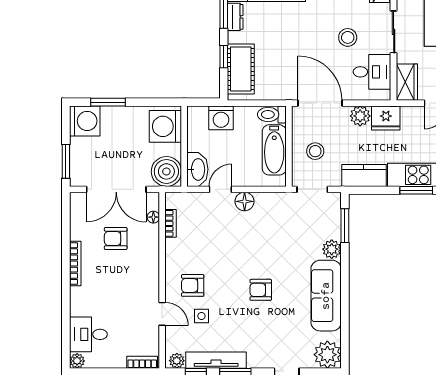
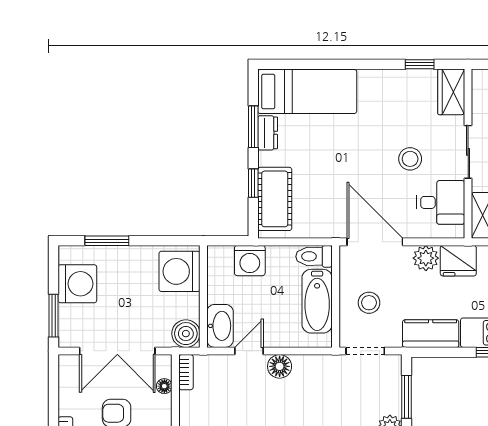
washing machine: (85, 121) -> (77, 284), moved
boiler: (166, 171) -> (186, 334), width x0.73, depth x0.73
bookcase: (171, 223) -> (186, 372), moved

